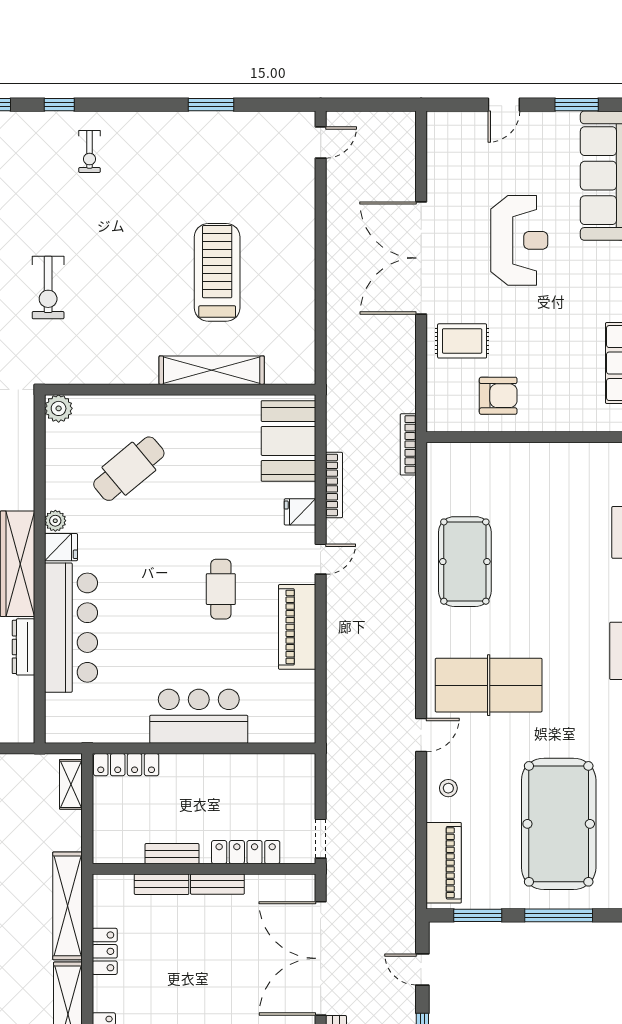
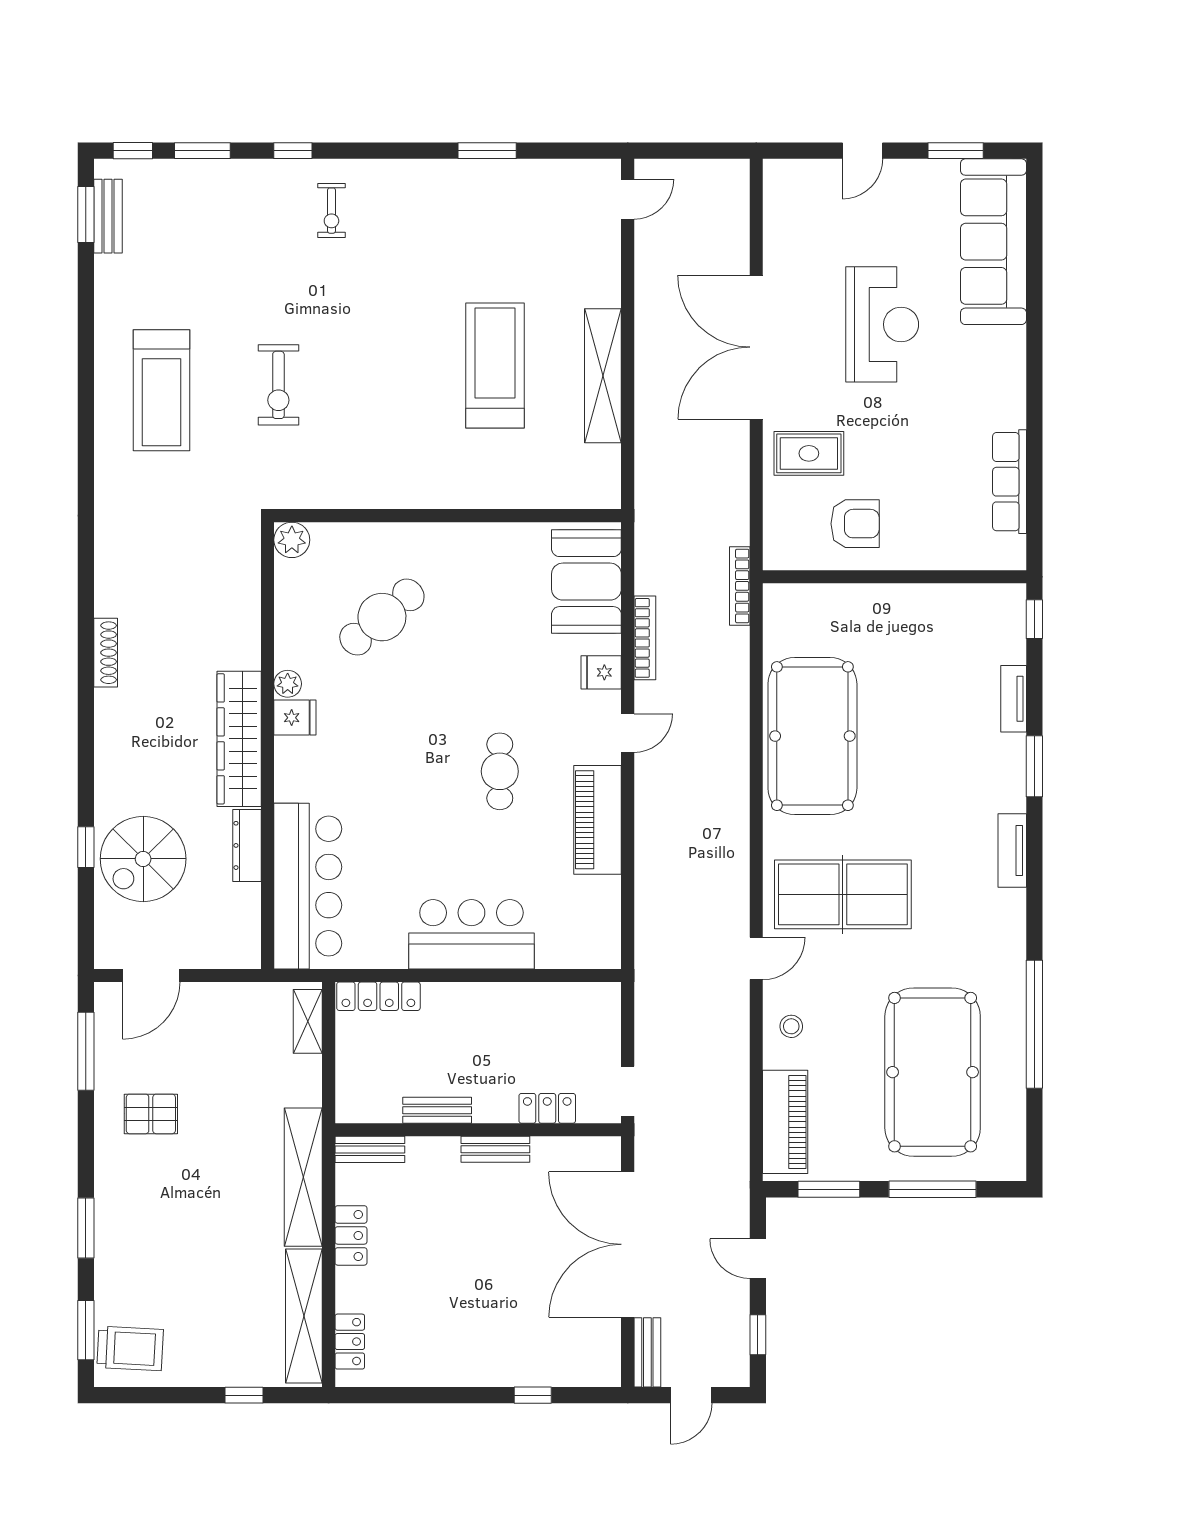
shelving: (212, 370) -> (603, 376), moved, turned 90
pool table: (465, 562) -> (812, 736), width x1.36, depth x1.32
bar counter: (71, 628) -> (308, 886), moved
locker: (246, 852) -> (547, 1108), width x0.66
bench: (162, 884) -> (370, 1149), moved

